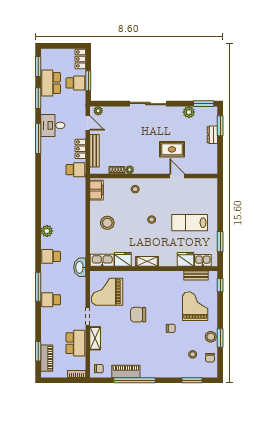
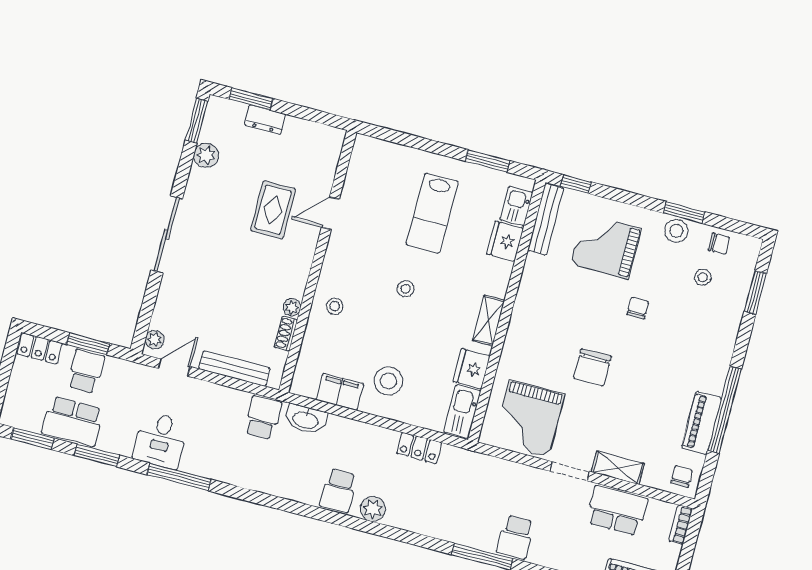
locker: (80, 149) -> (419, 448), moved
filing cabinet: (97, 190) -> (340, 392), moved
school desk: (51, 256) -> (338, 491), moved
washbasin: (80, 267) -> (306, 419), moved
bench: (196, 275) -> (546, 219), width x1.36

